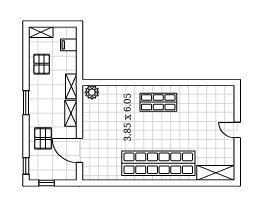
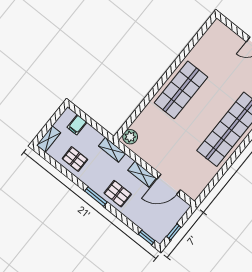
shop shelf: (158, 102) -> (181, 90), width x1.43, depth x1.36
shelving: (71, 113) -> (142, 174), moved
pallet: (43, 138) -> (118, 194), moved

